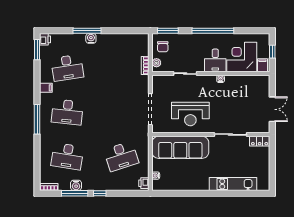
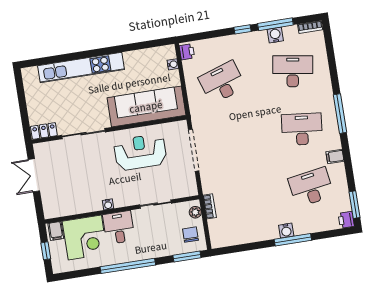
kitchen unit: (233, 184) -> (81, 68), width x1.36

